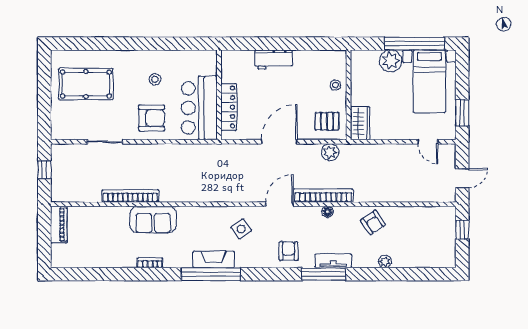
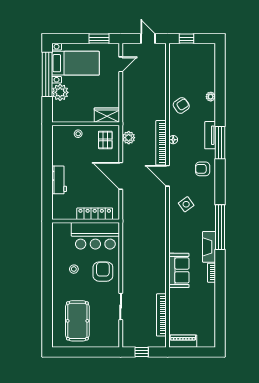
bookcase: (130, 196) -> (161, 315), moved
fireplace: (214, 259) -> (209, 247), moved

